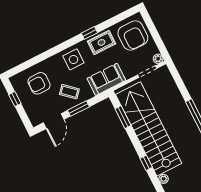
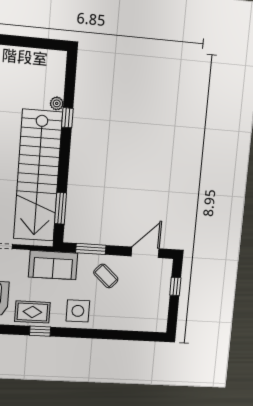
armchair: (39, 83) -> (135, 306), removed
window: (15, 99) -> (175, 286), moved
window: (78, 109) -> (91, 249), moved
window: (146, 163) -> (67, 118), moved

